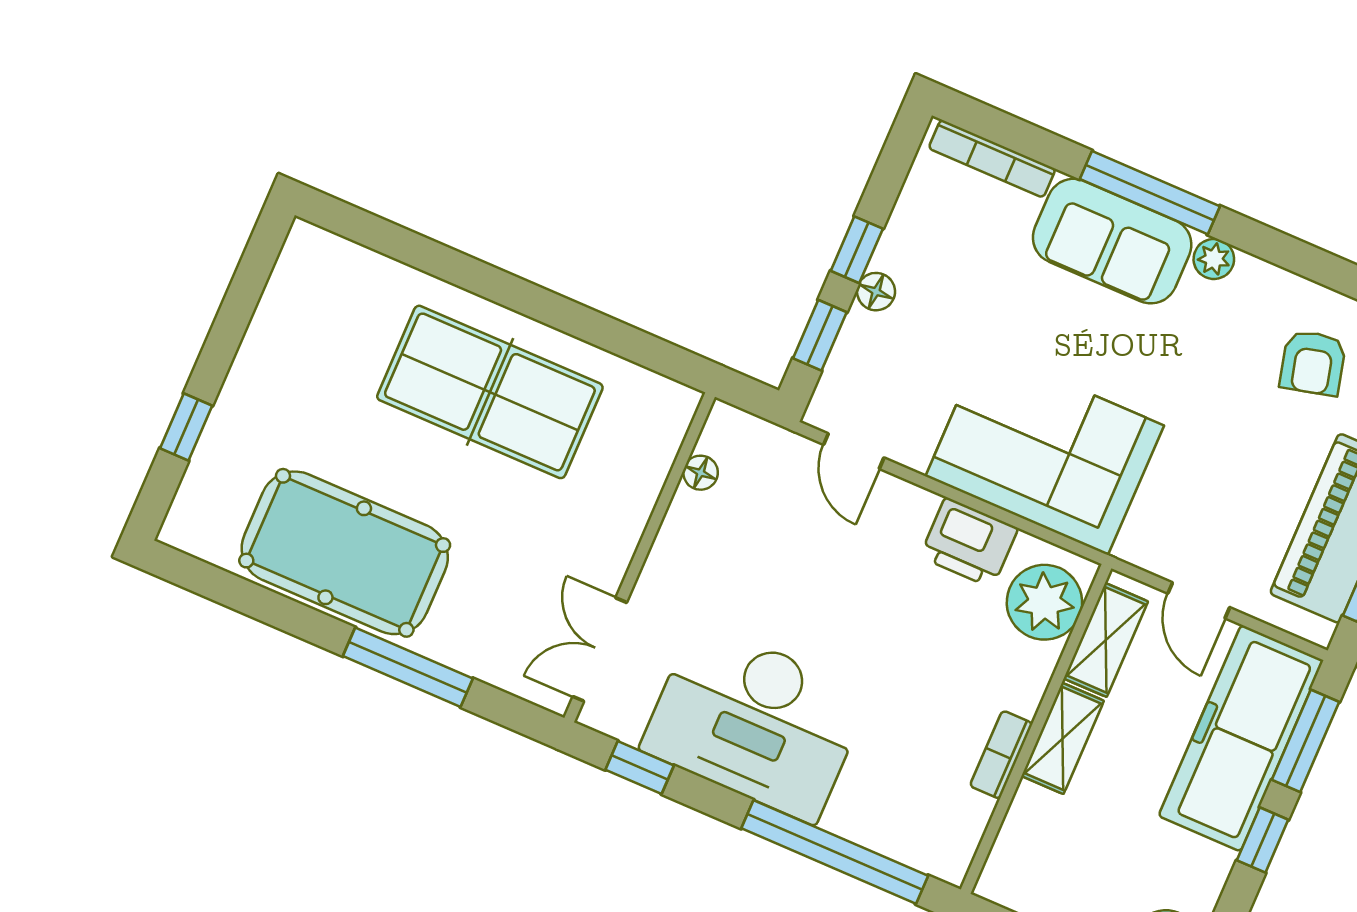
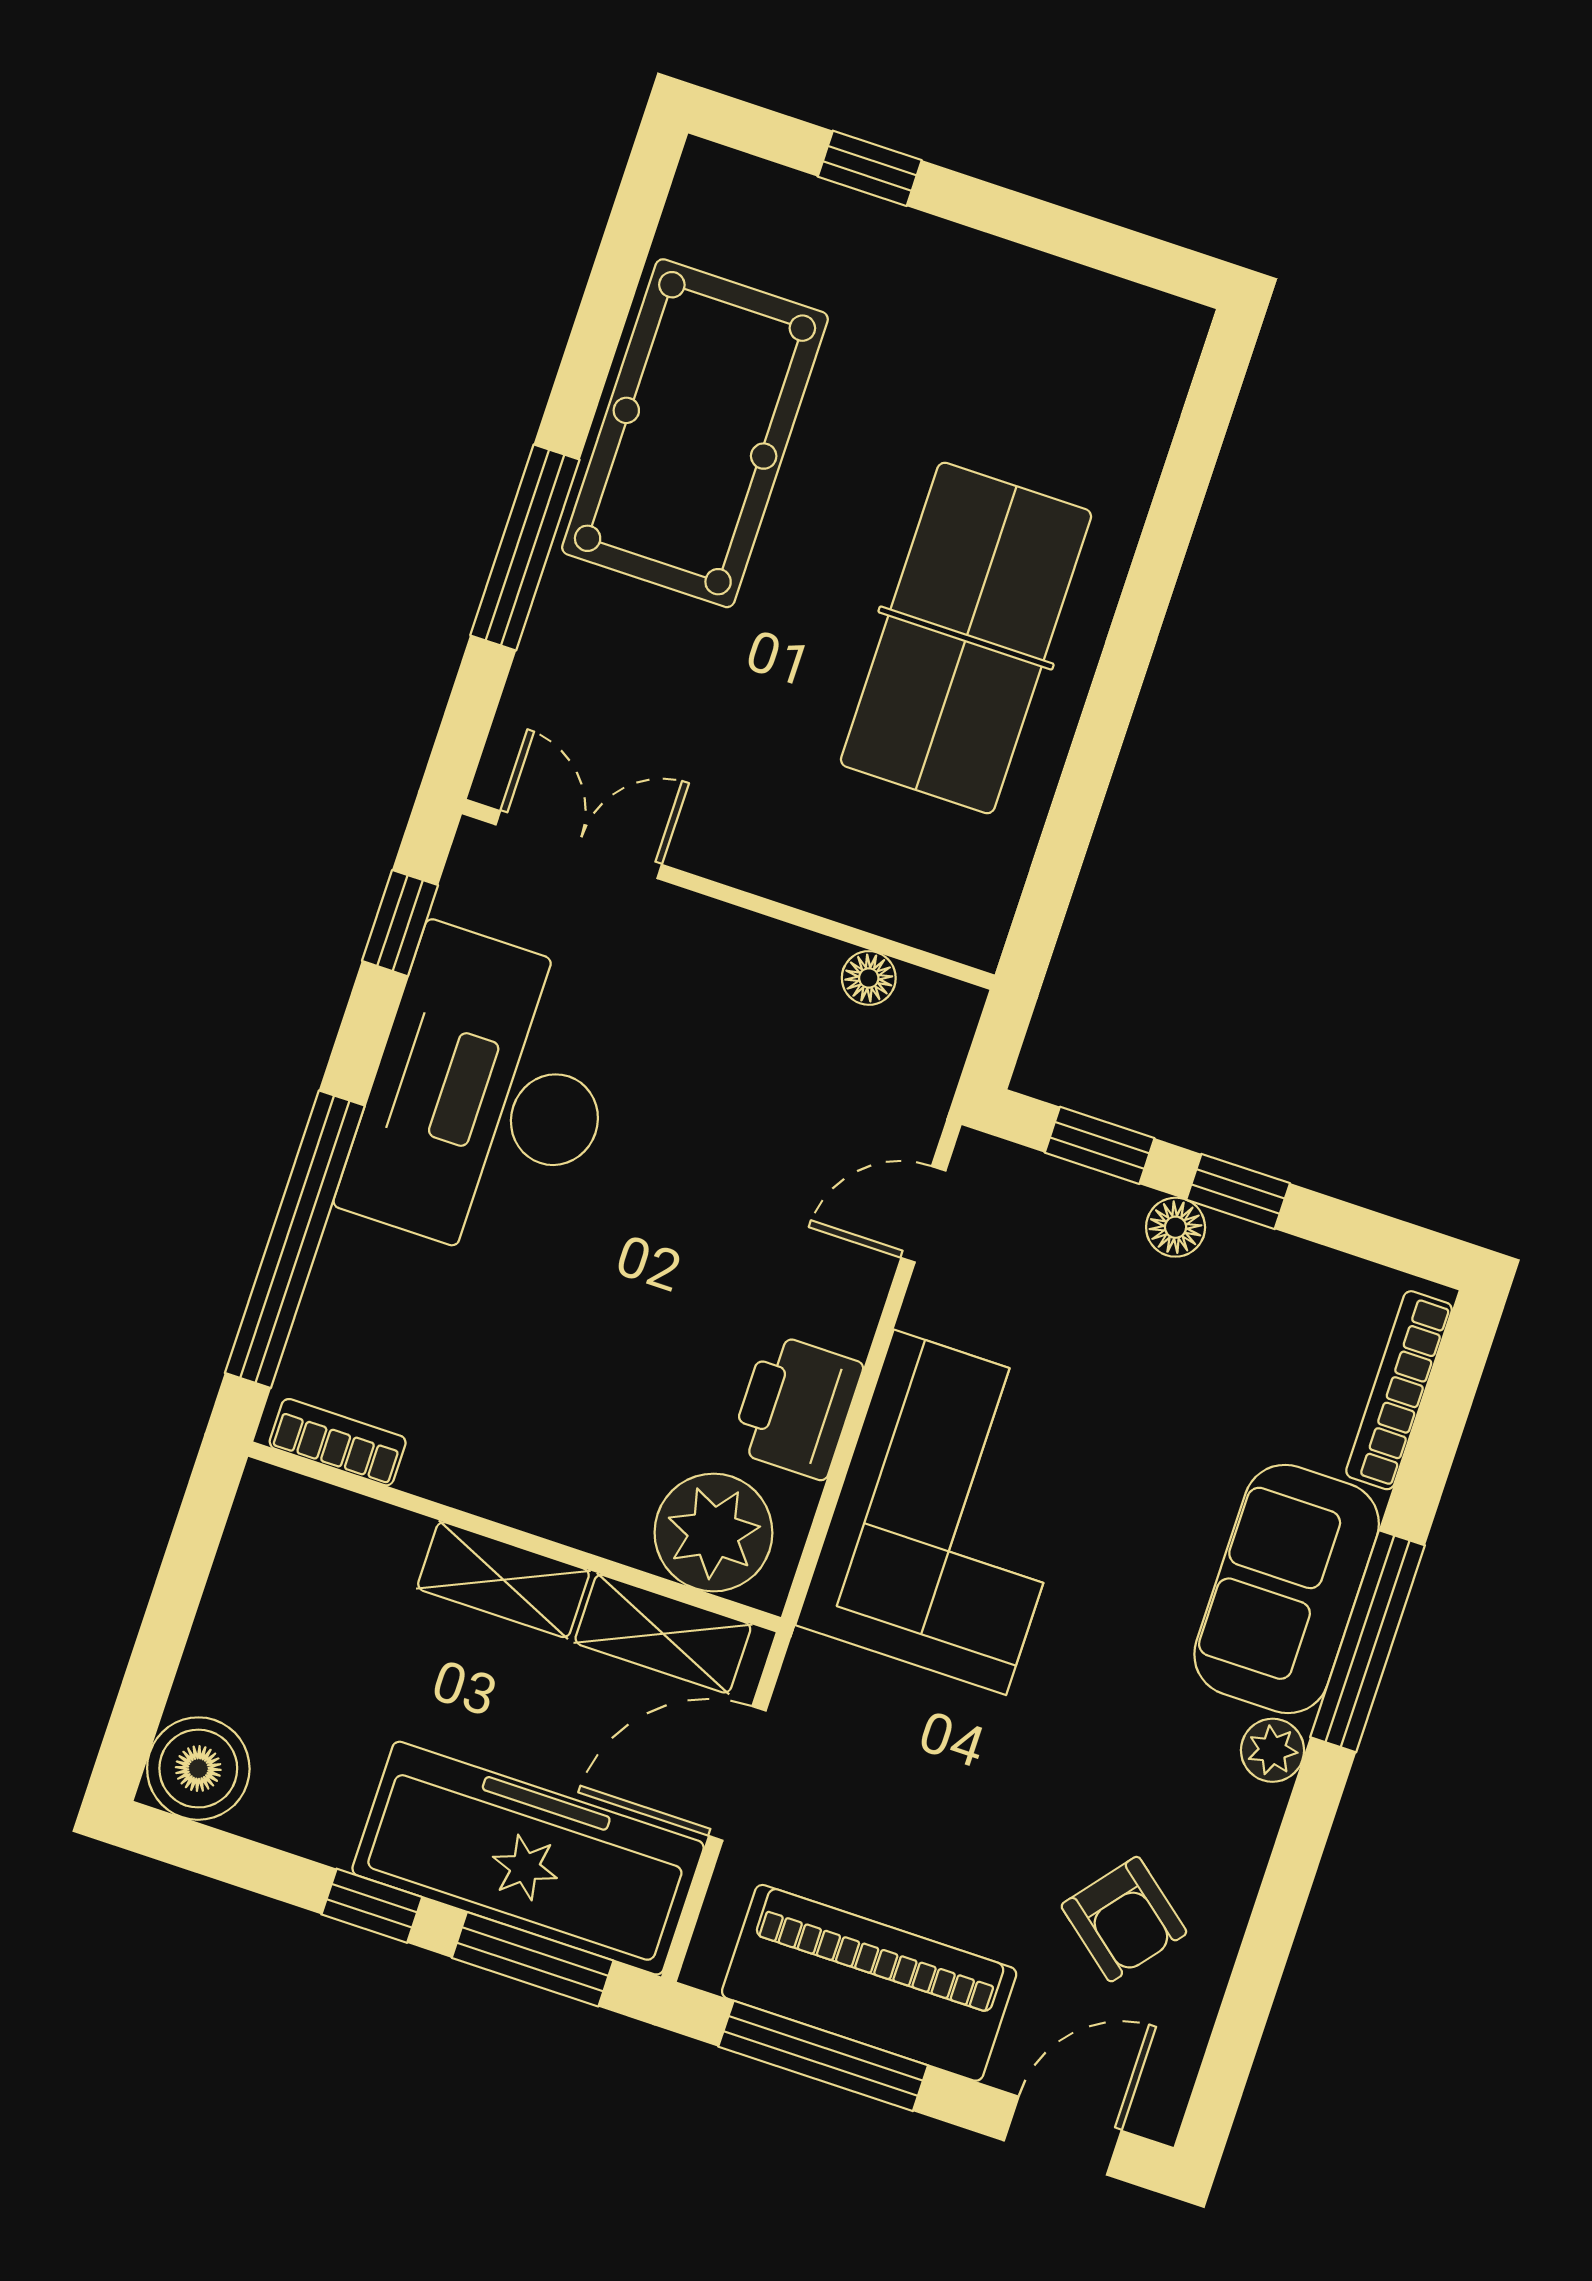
armchair: (1313, 363) -> (1124, 1919), turned -127
door: (1199, 600) -> (737, 1773), width x1.38
bookcase: (1001, 755) -> (338, 1442), moved

